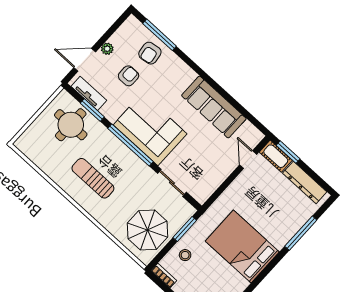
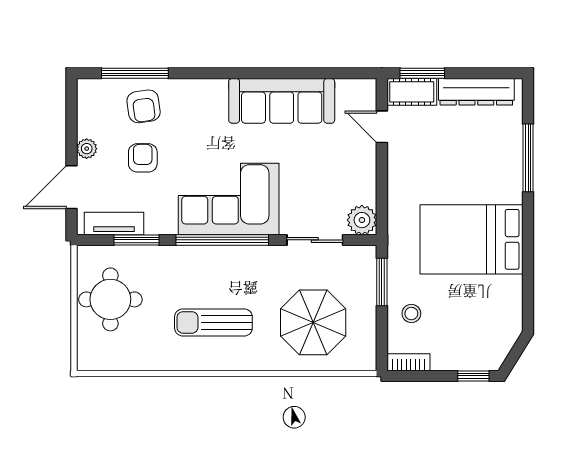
round table: (71, 125) -> (110, 299), moved
plant: (201, 193) -> (362, 220), added
parasol: (148, 230) -> (313, 322), moved

